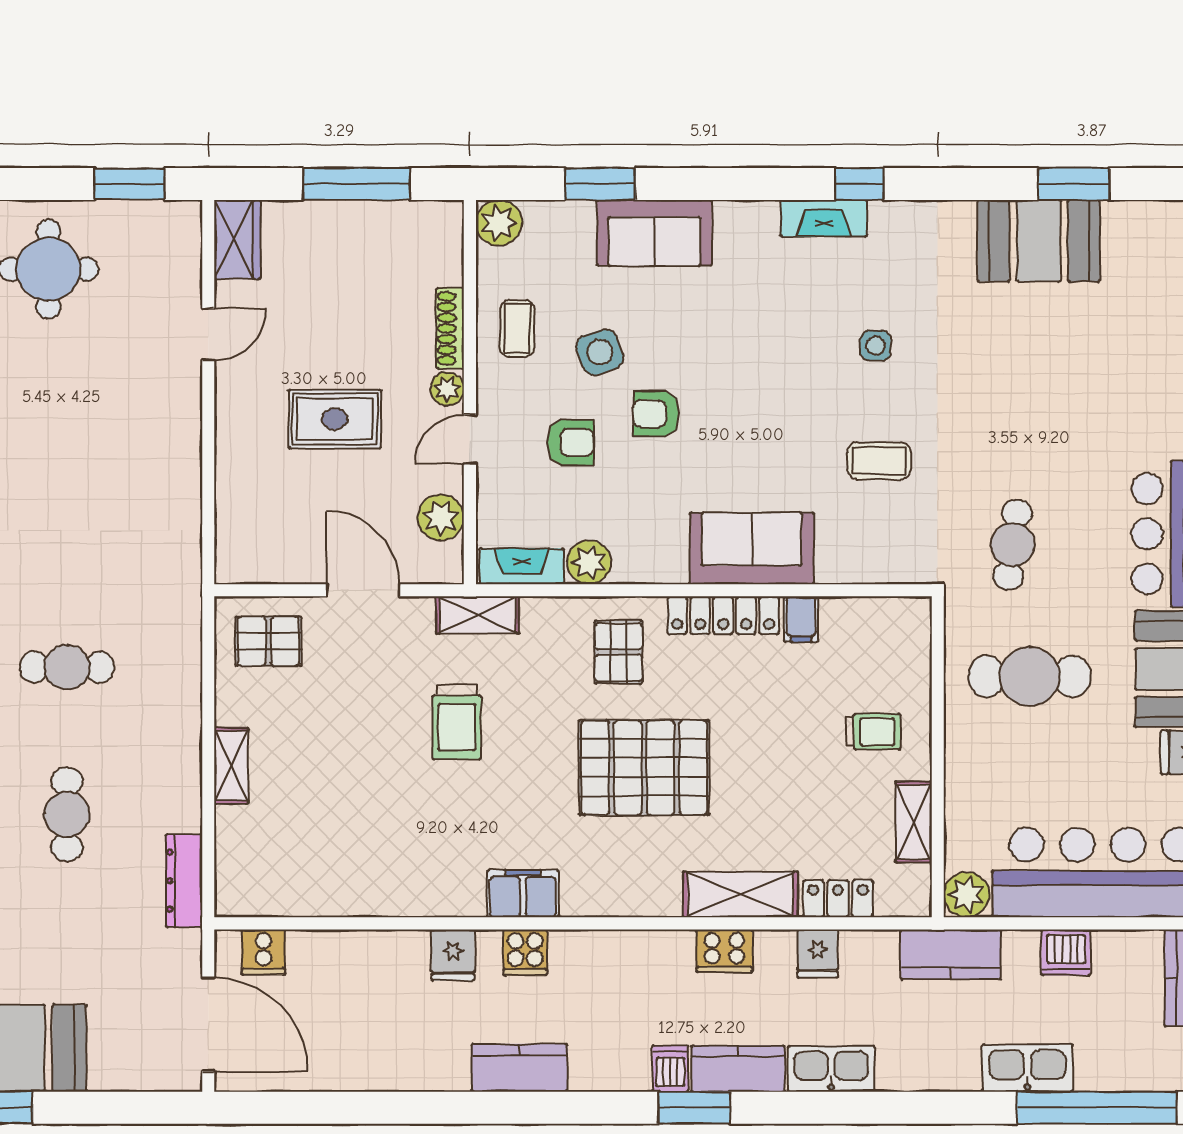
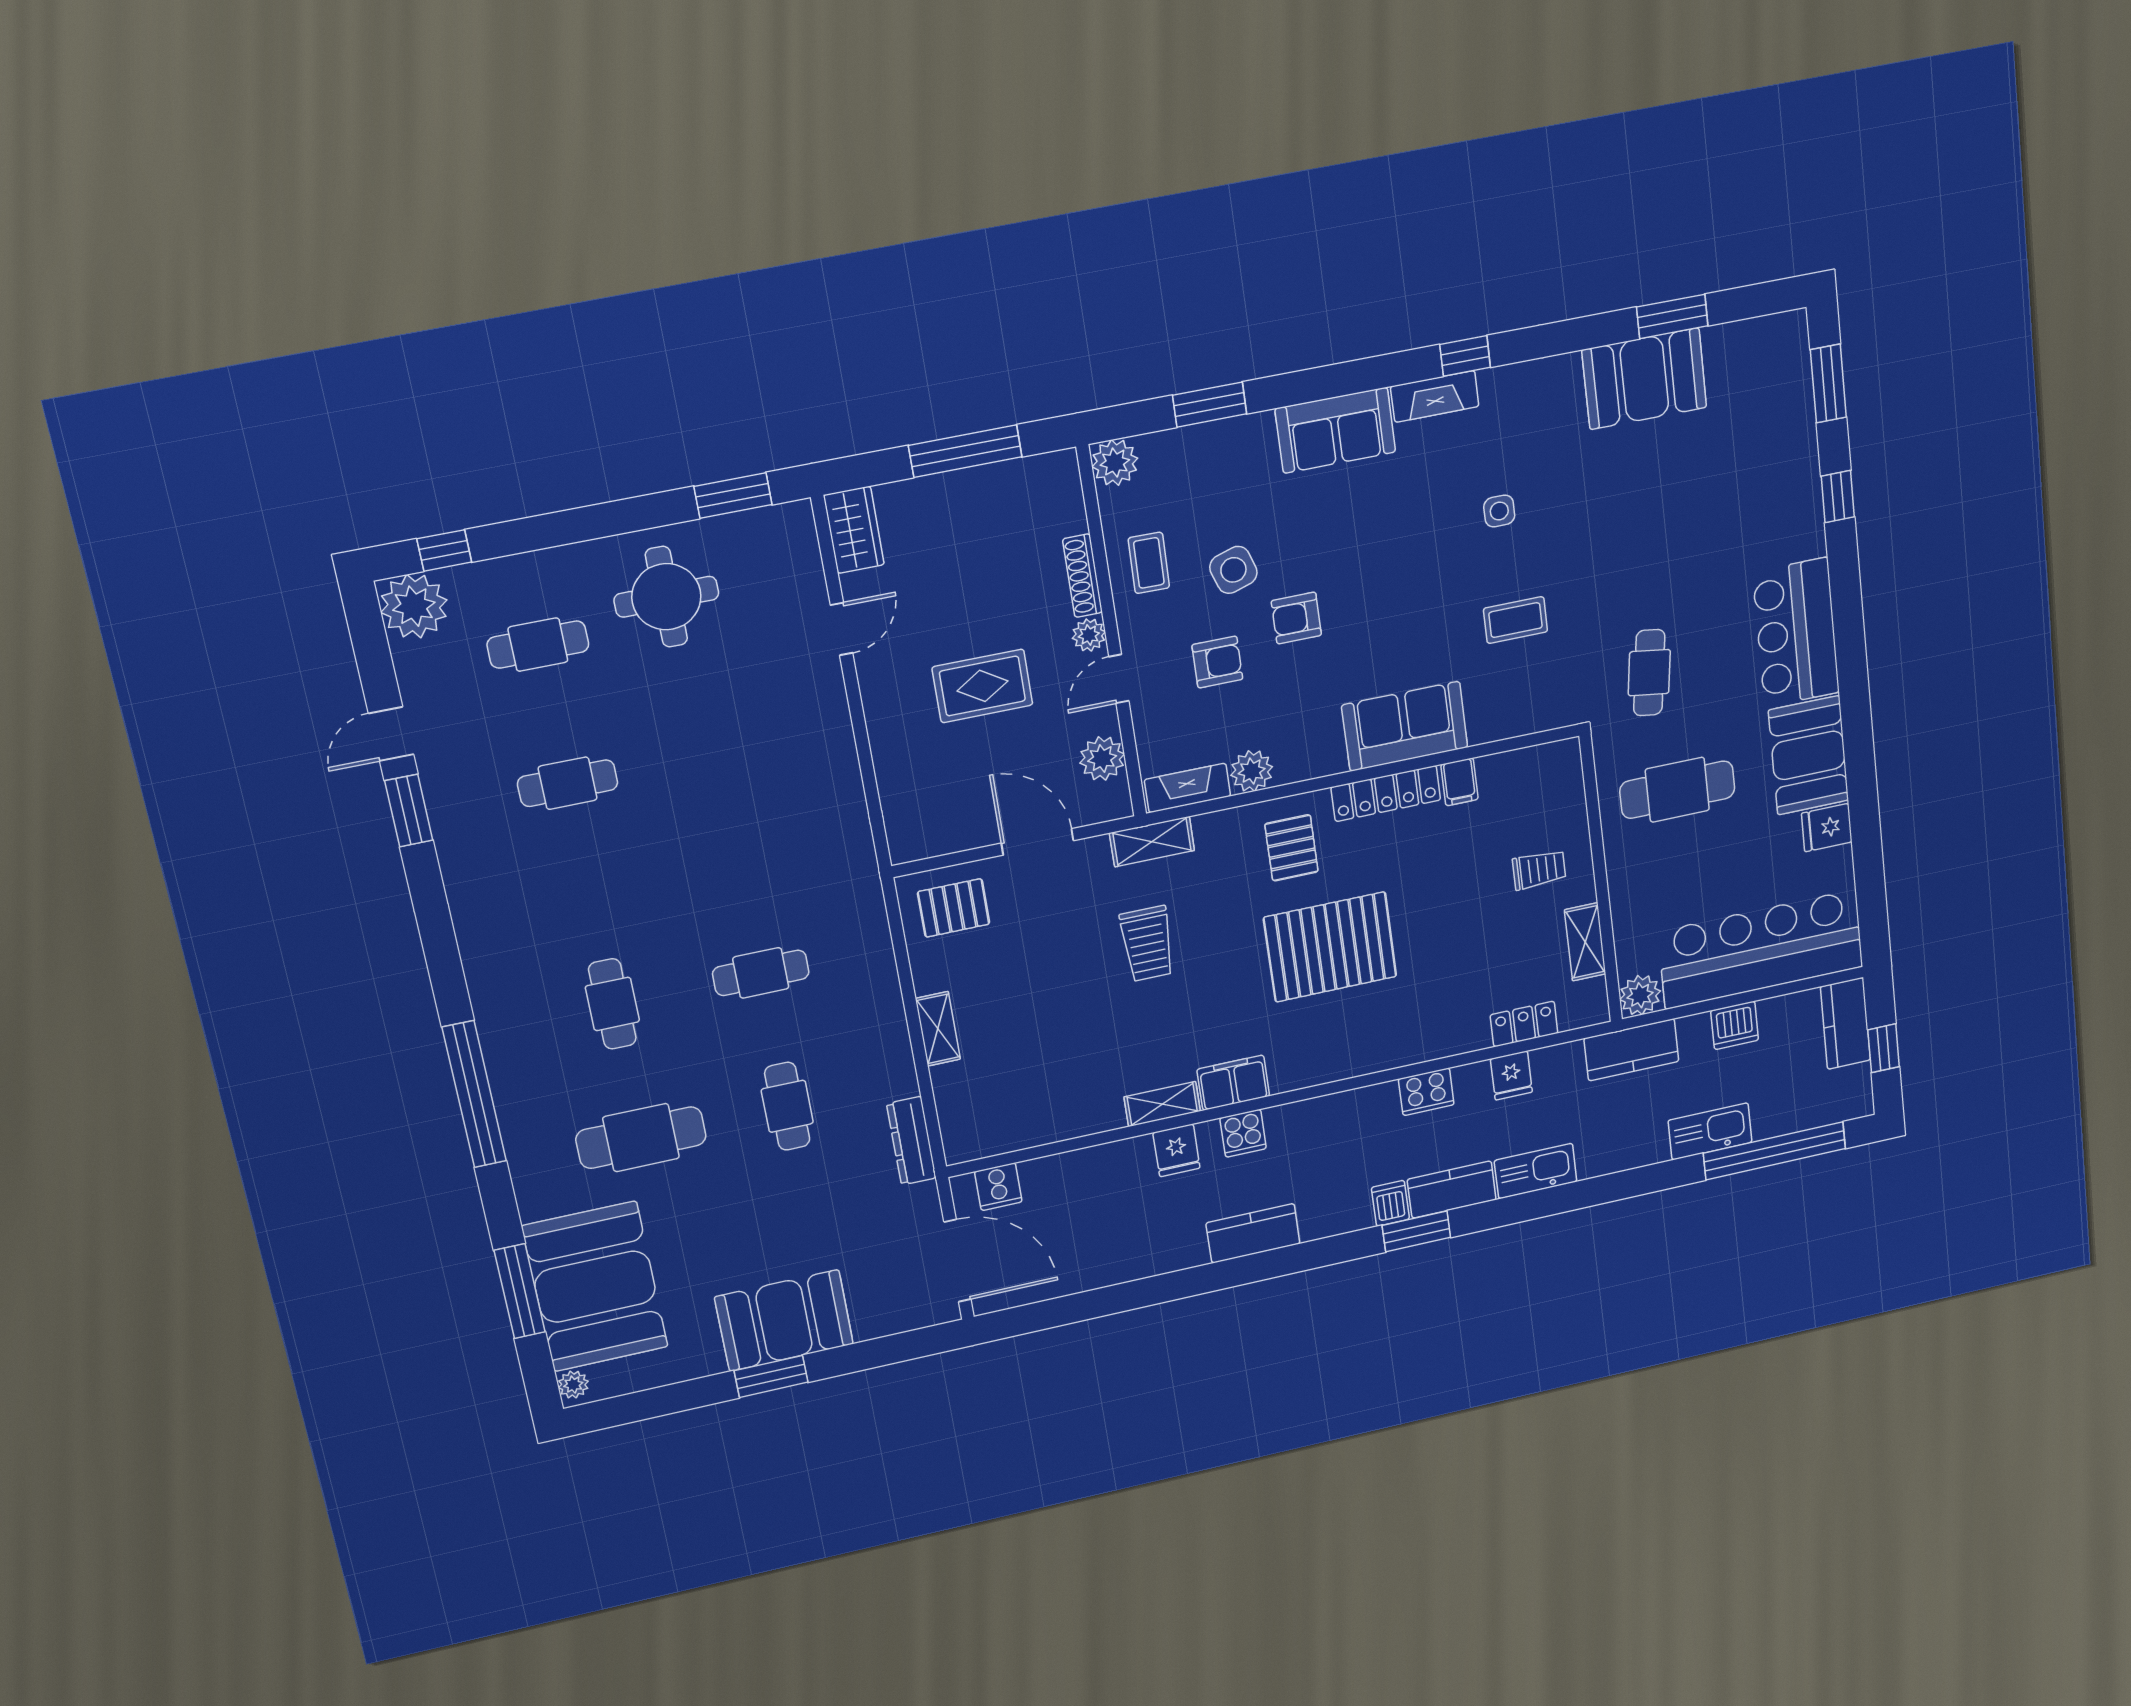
sofa: (654, 233) -> (1335, 430), moved
shelving: (740, 894) -> (1162, 1104), moved, width x0.67, depth x0.75

